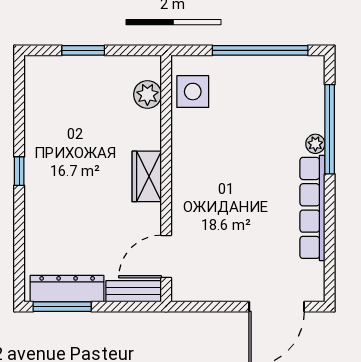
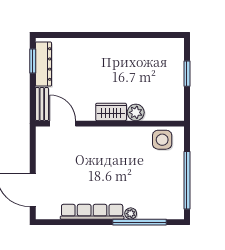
plant: (147, 95) -> (136, 112), moved
window: (19, 171) -> (114, 35), removed
window: (62, 307) -> (33, 61), width x0.69

